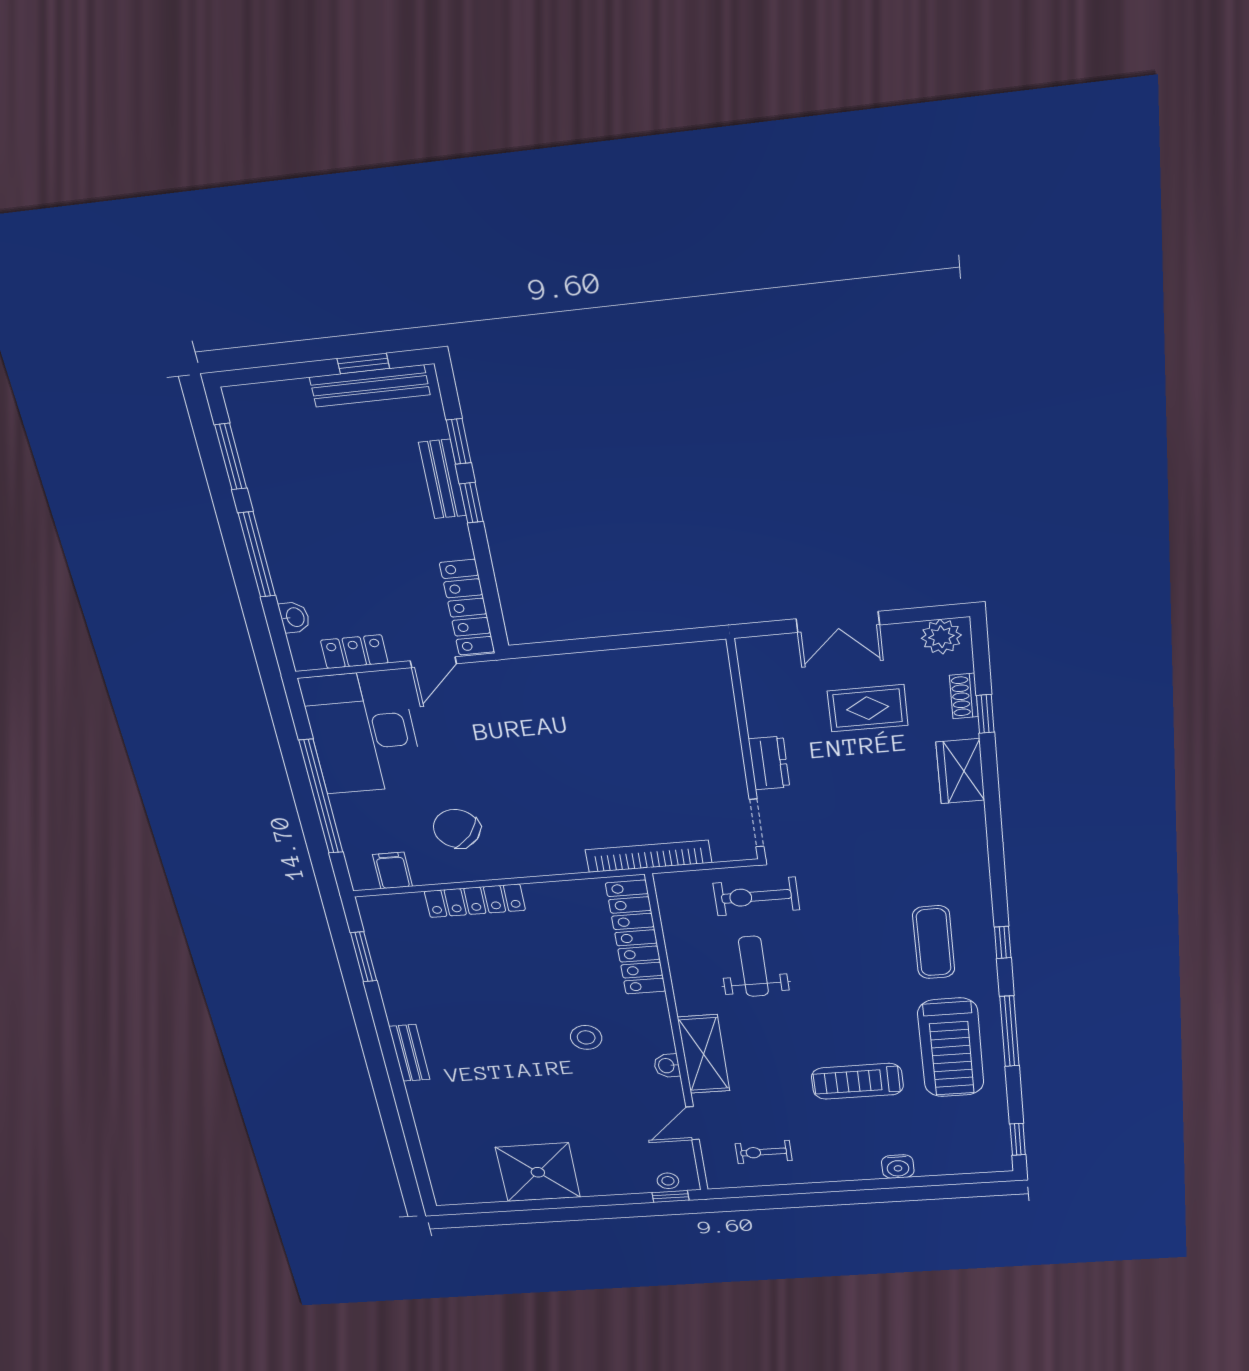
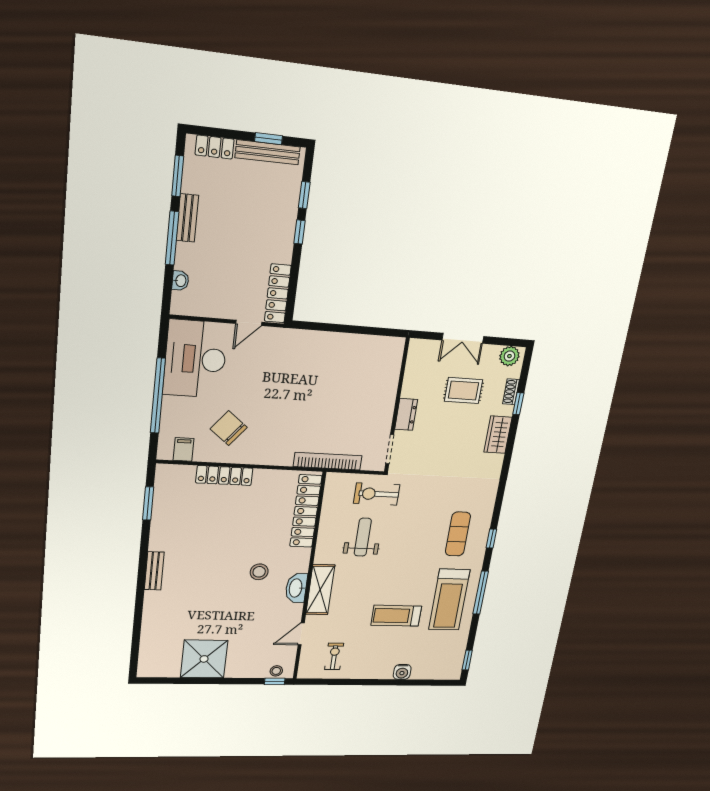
bench: (443, 479) -> (187, 218), moved
locker: (354, 652) -> (215, 147), moved, turned 180
washbasin: (667, 1066) -> (296, 588), width x1.91, depth x1.45
exercise bike: (764, 1152) -> (334, 656), turned 90

